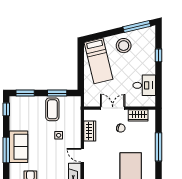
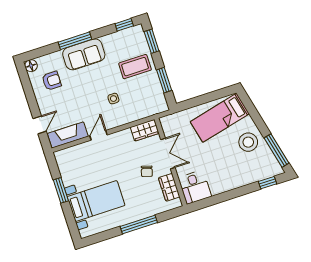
window: (158, 55) -> (267, 183), moved
desk: (144, 85) -> (195, 187), moved
coffee table: (52, 109) -> (135, 67), moved
wardrobe: (90, 131) -> (145, 130), moved

